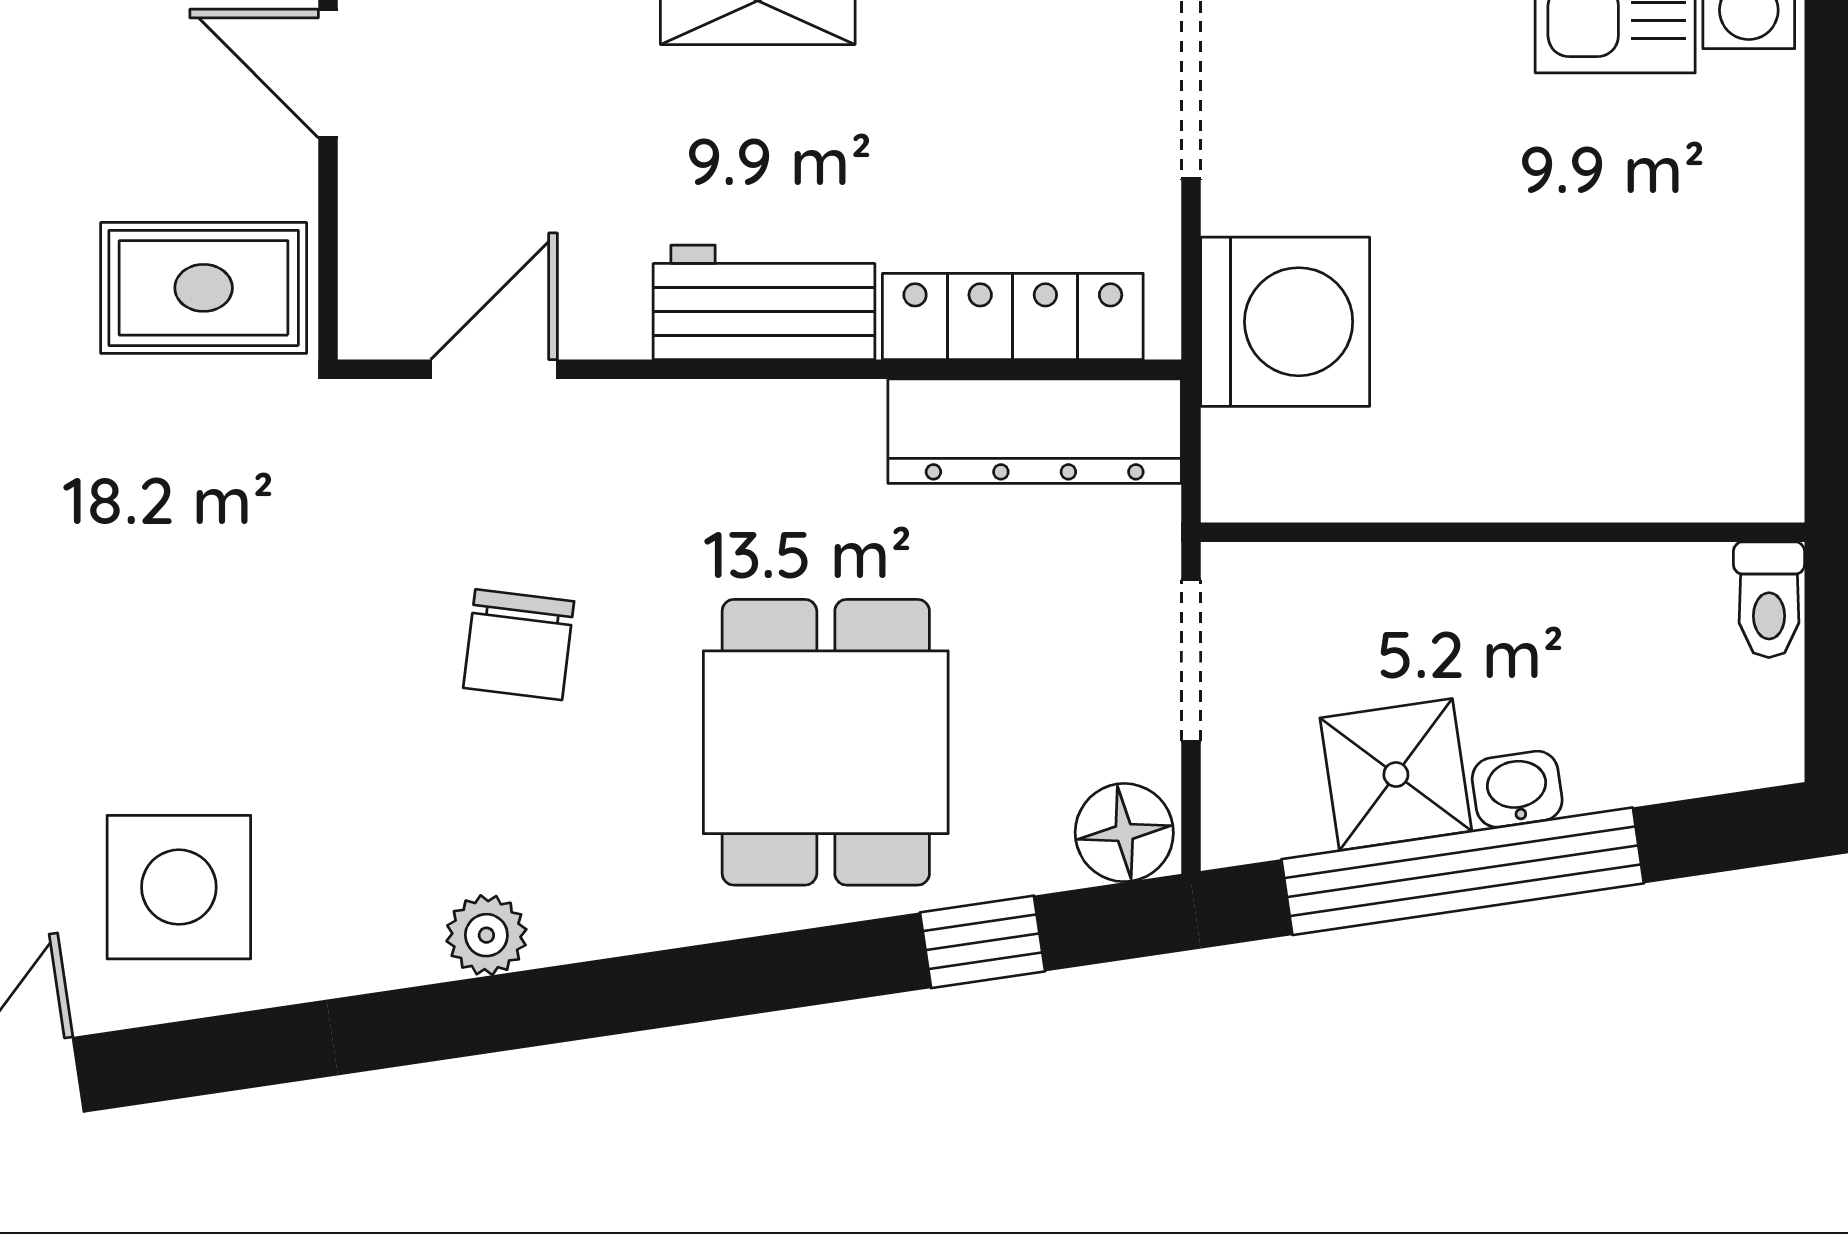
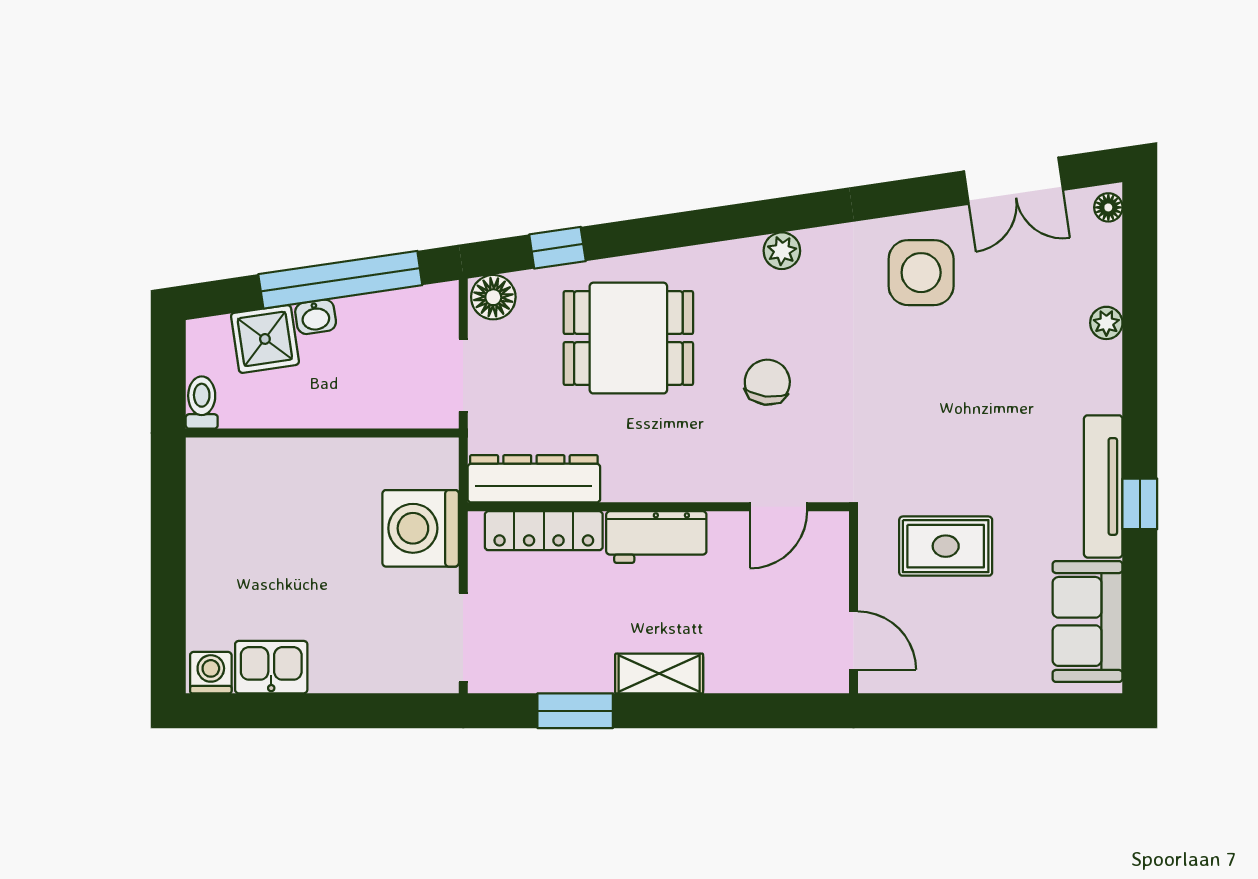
rug: (204, 288) -> (946, 546), moved
dining table: (826, 742) -> (628, 338), turned 90
shower: (1396, 775) -> (265, 339), moved

